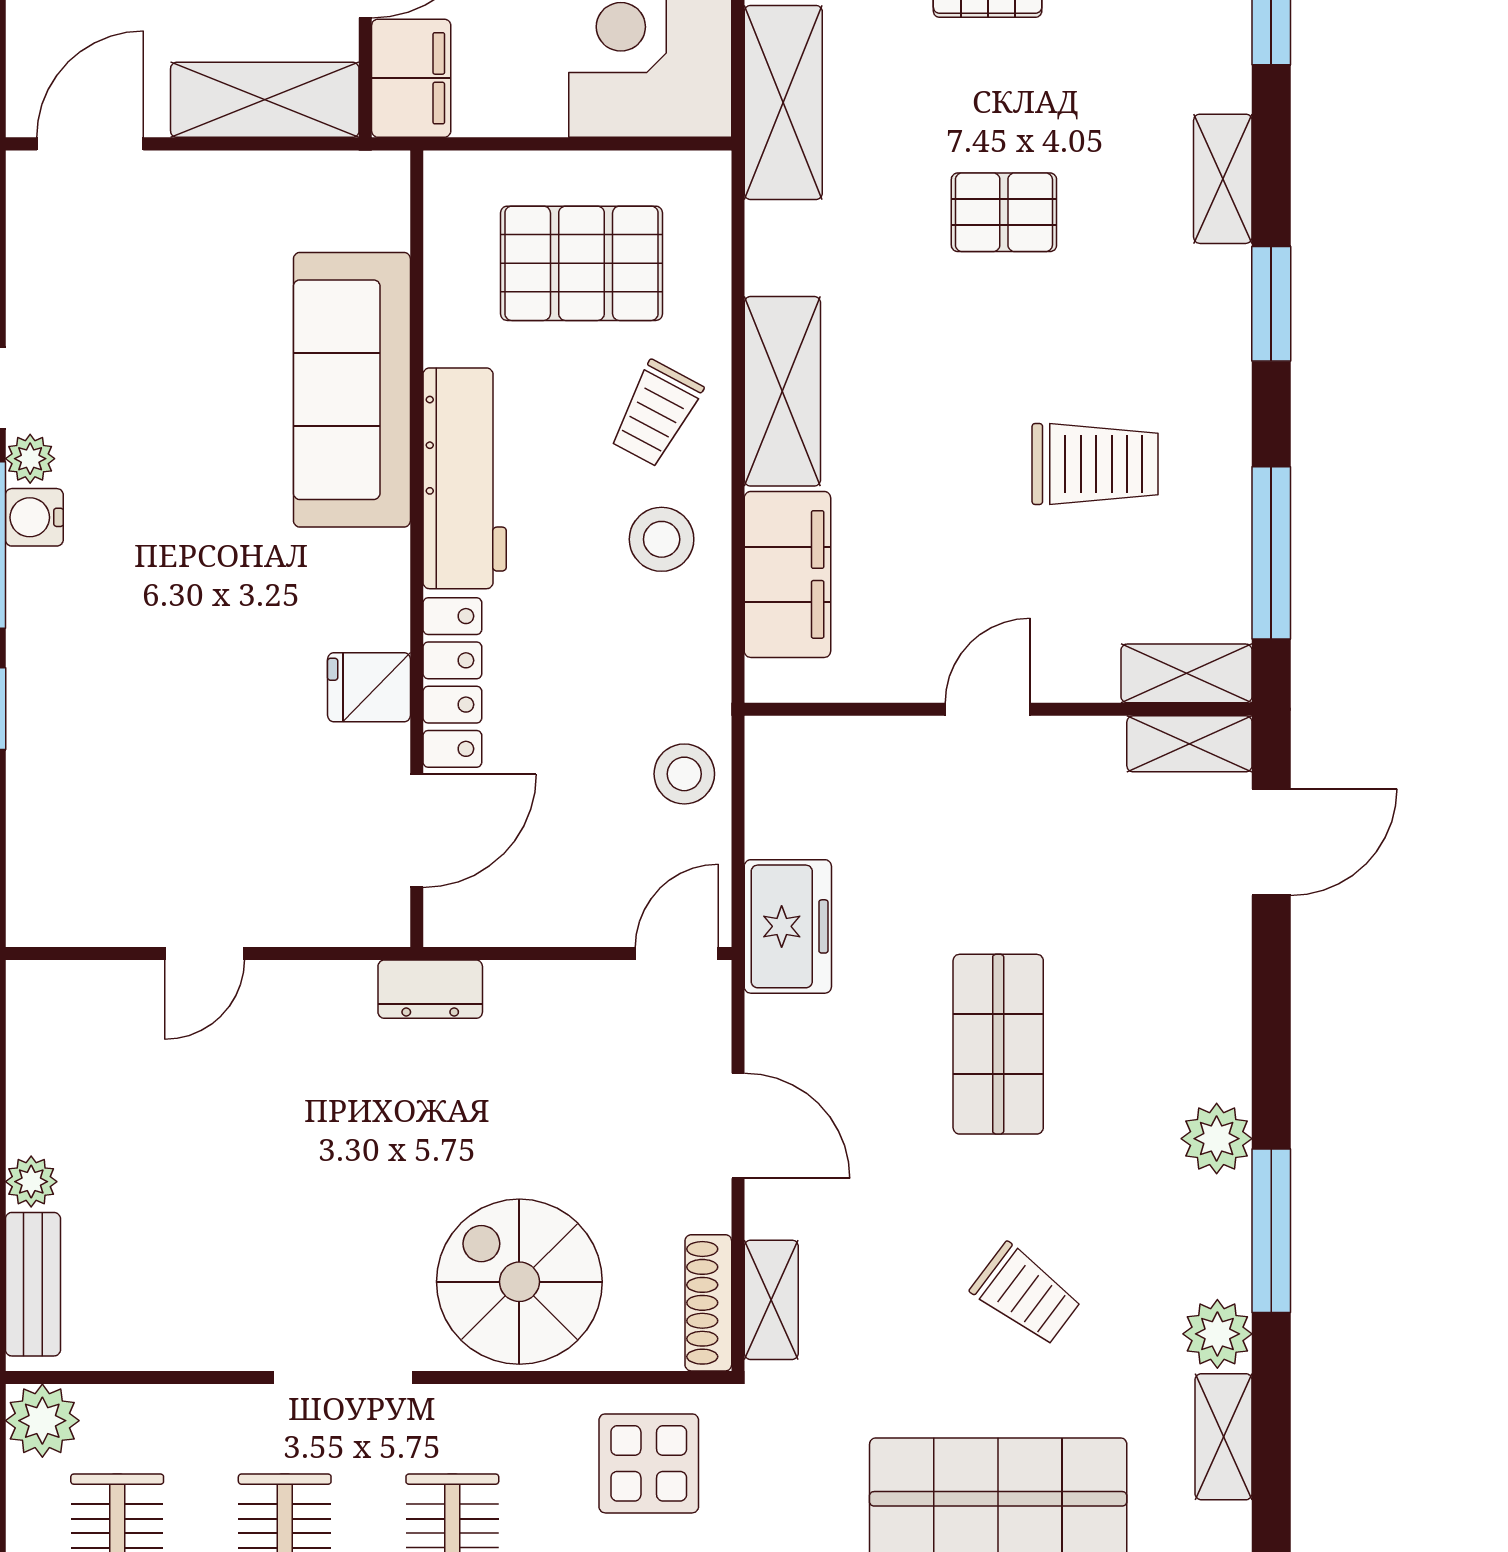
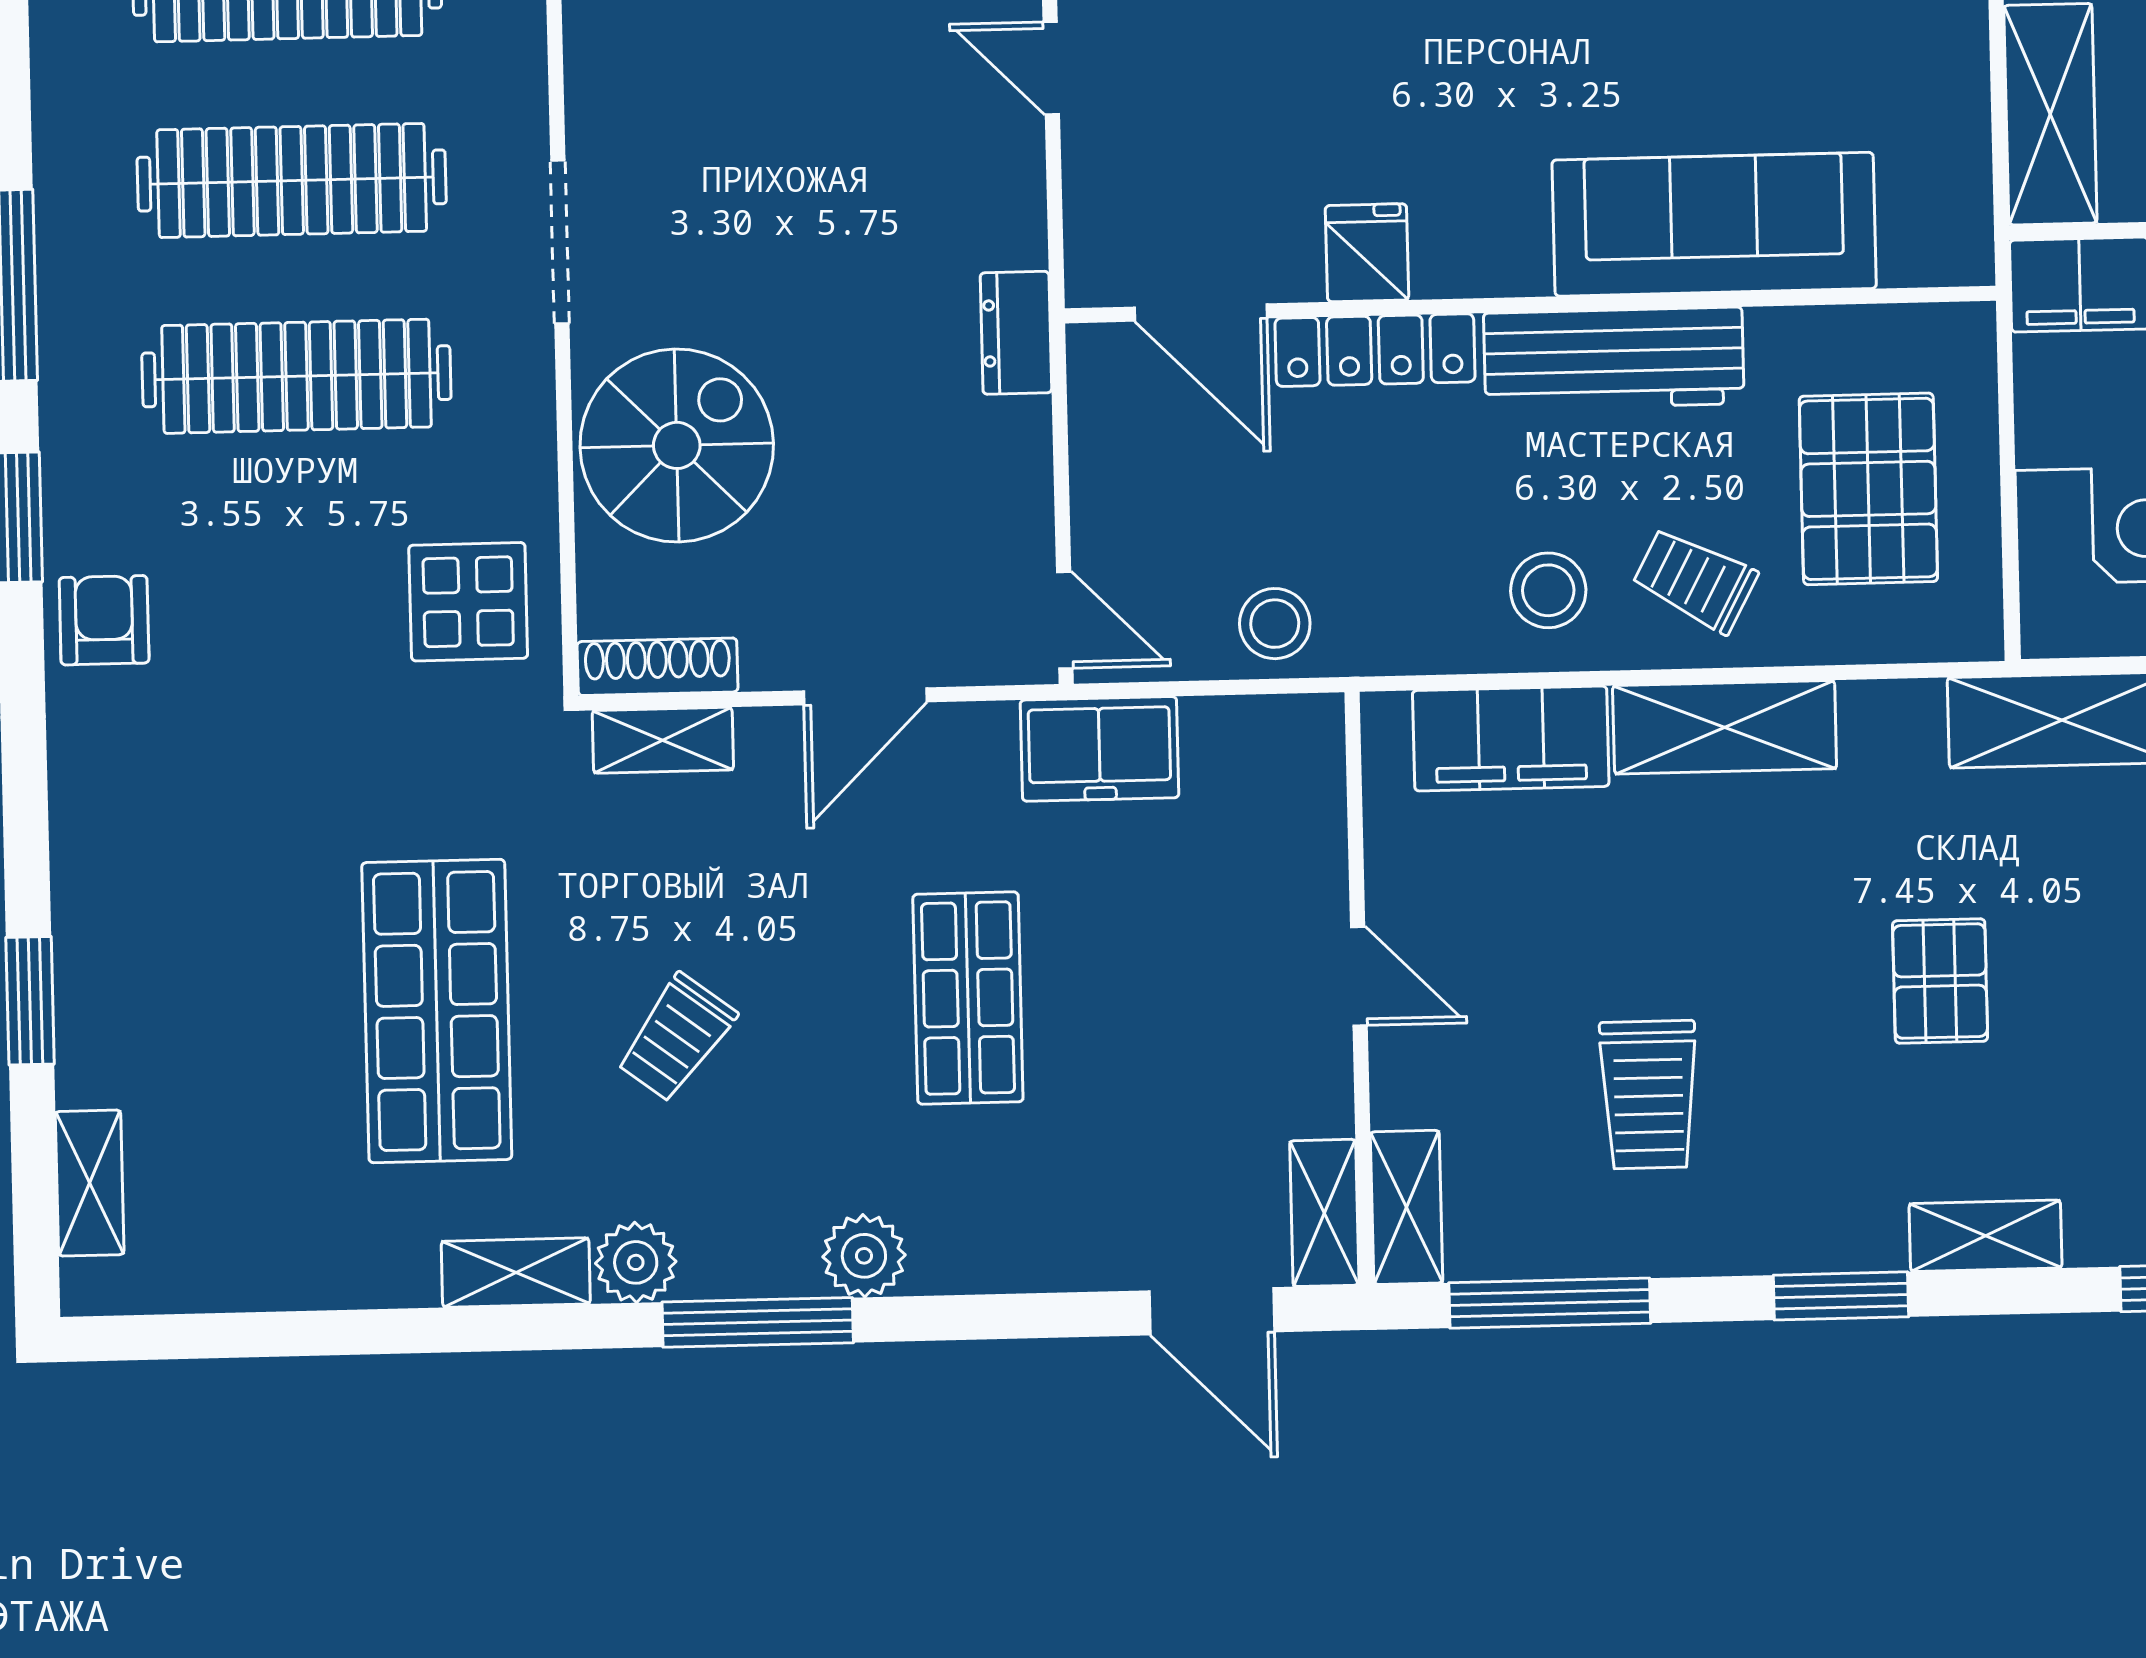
shop shelf: (998, 1044) -> (968, 998), turned 90

